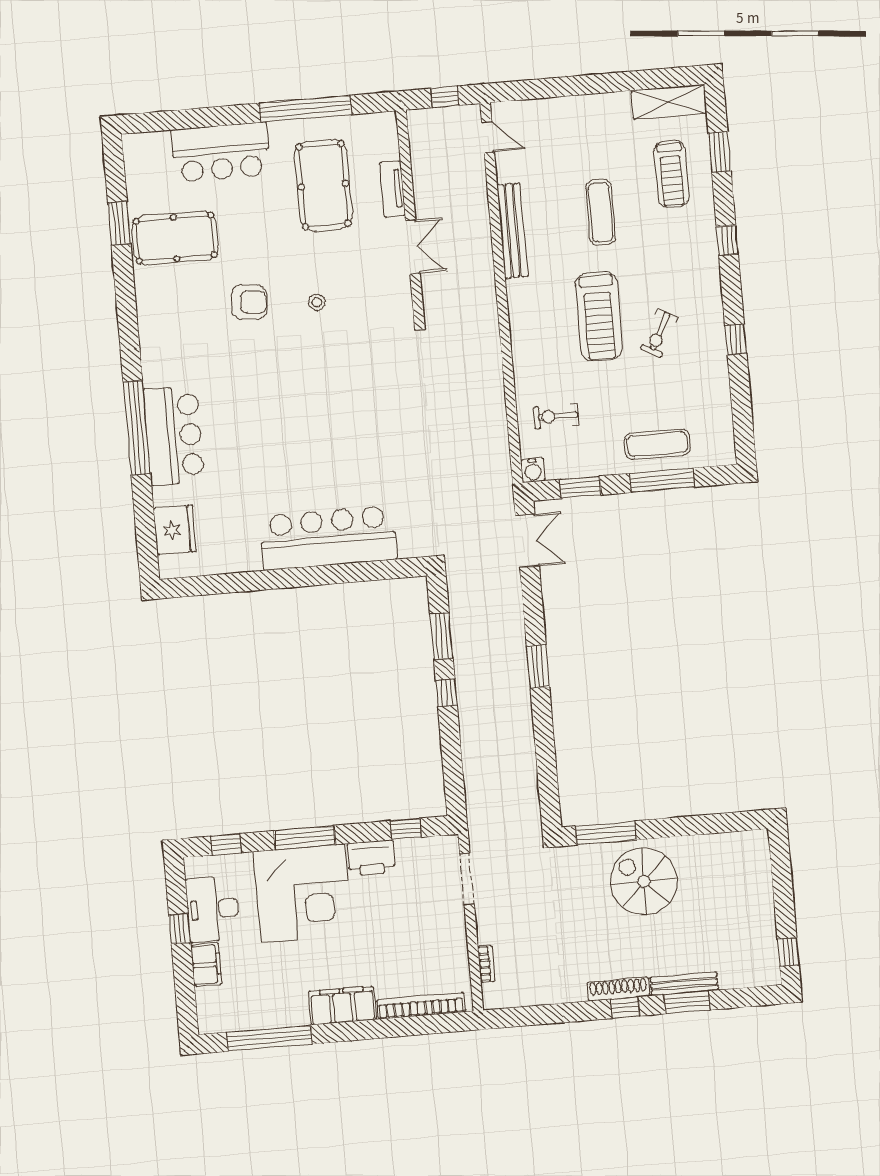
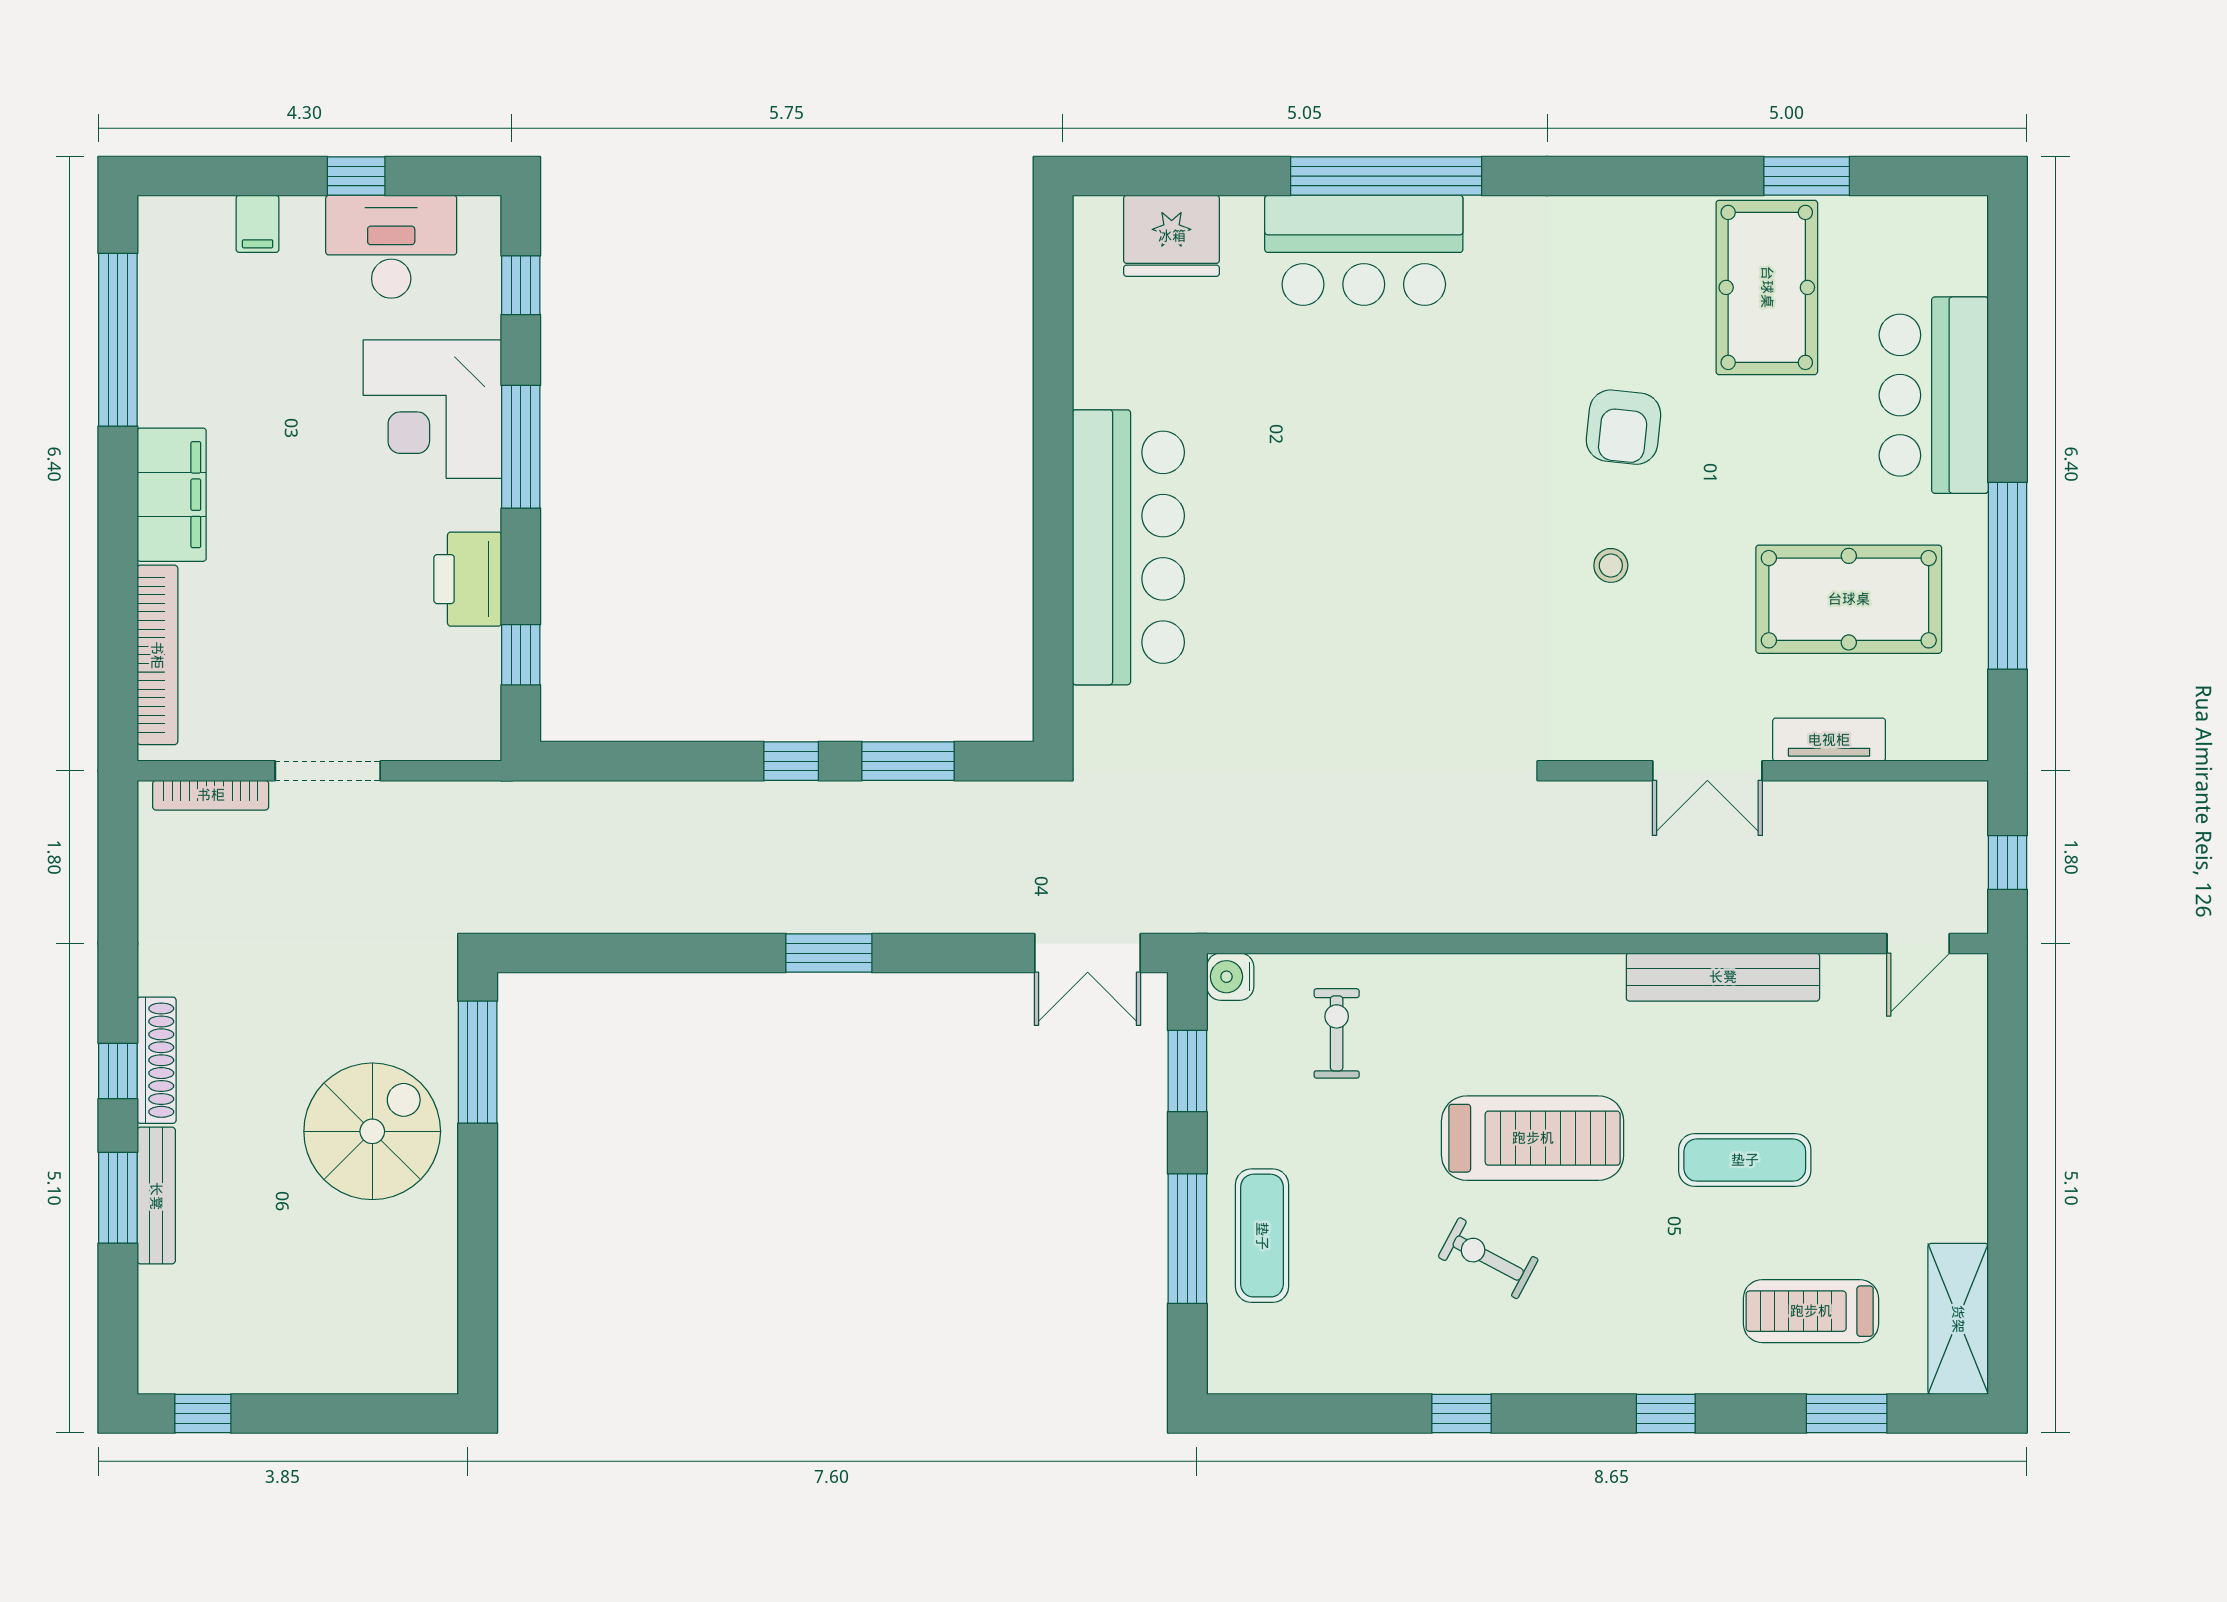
treadmill: (599, 316) -> (1533, 1138), turned 180
doorway: (467, 879) -> (328, 771), moved
corner desk: (303, 893) -> (432, 409), width x0.74, depth x0.74
bookcase: (486, 964) -> (211, 795), width x1.56
filing cabinet: (206, 965) -> (258, 224), width x0.50

